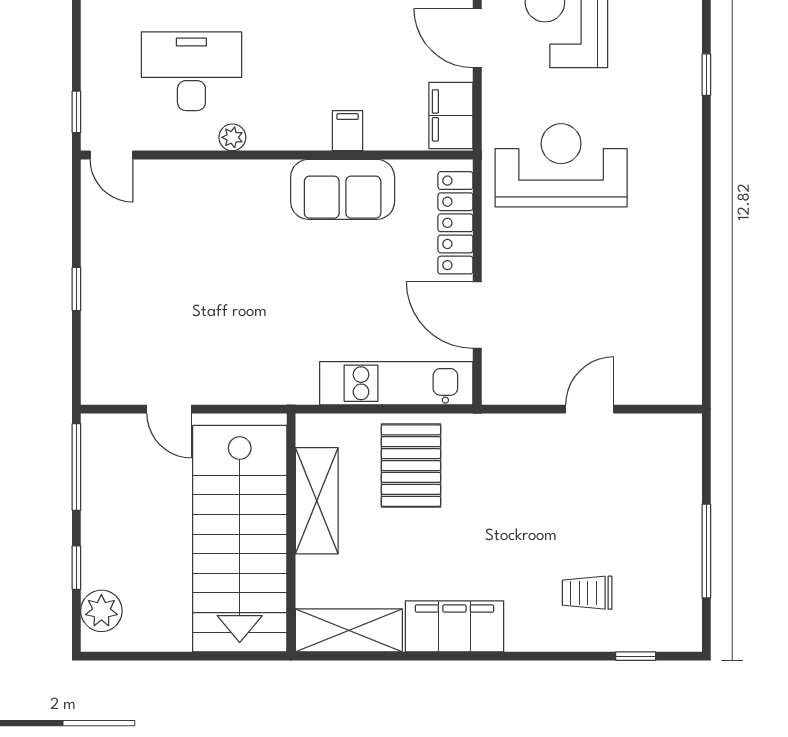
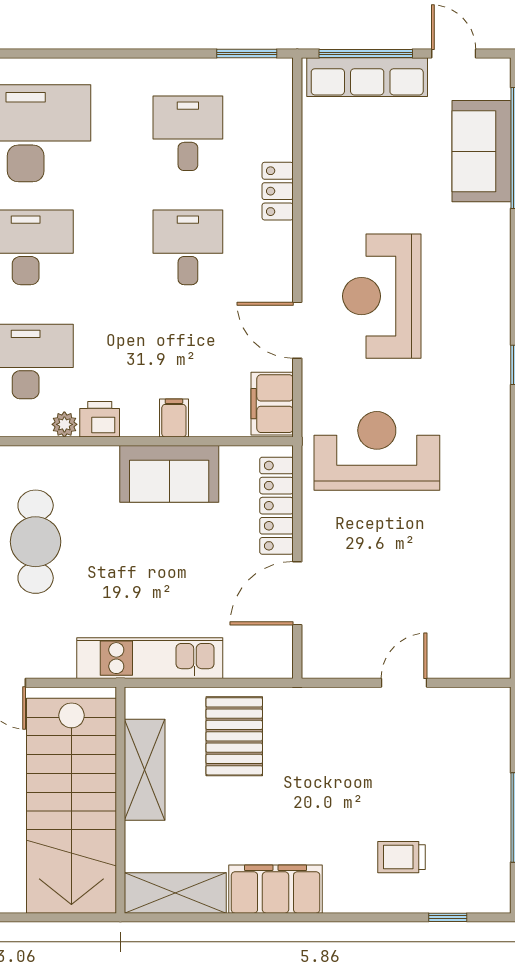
printer: (269, 132) -> (100, 419), added
cafe table: (202, 261) -> (36, 542), added
door: (477, 315) -> (297, 593), hinge flipped
kitchen unit: (396, 383) -> (150, 658), moved

